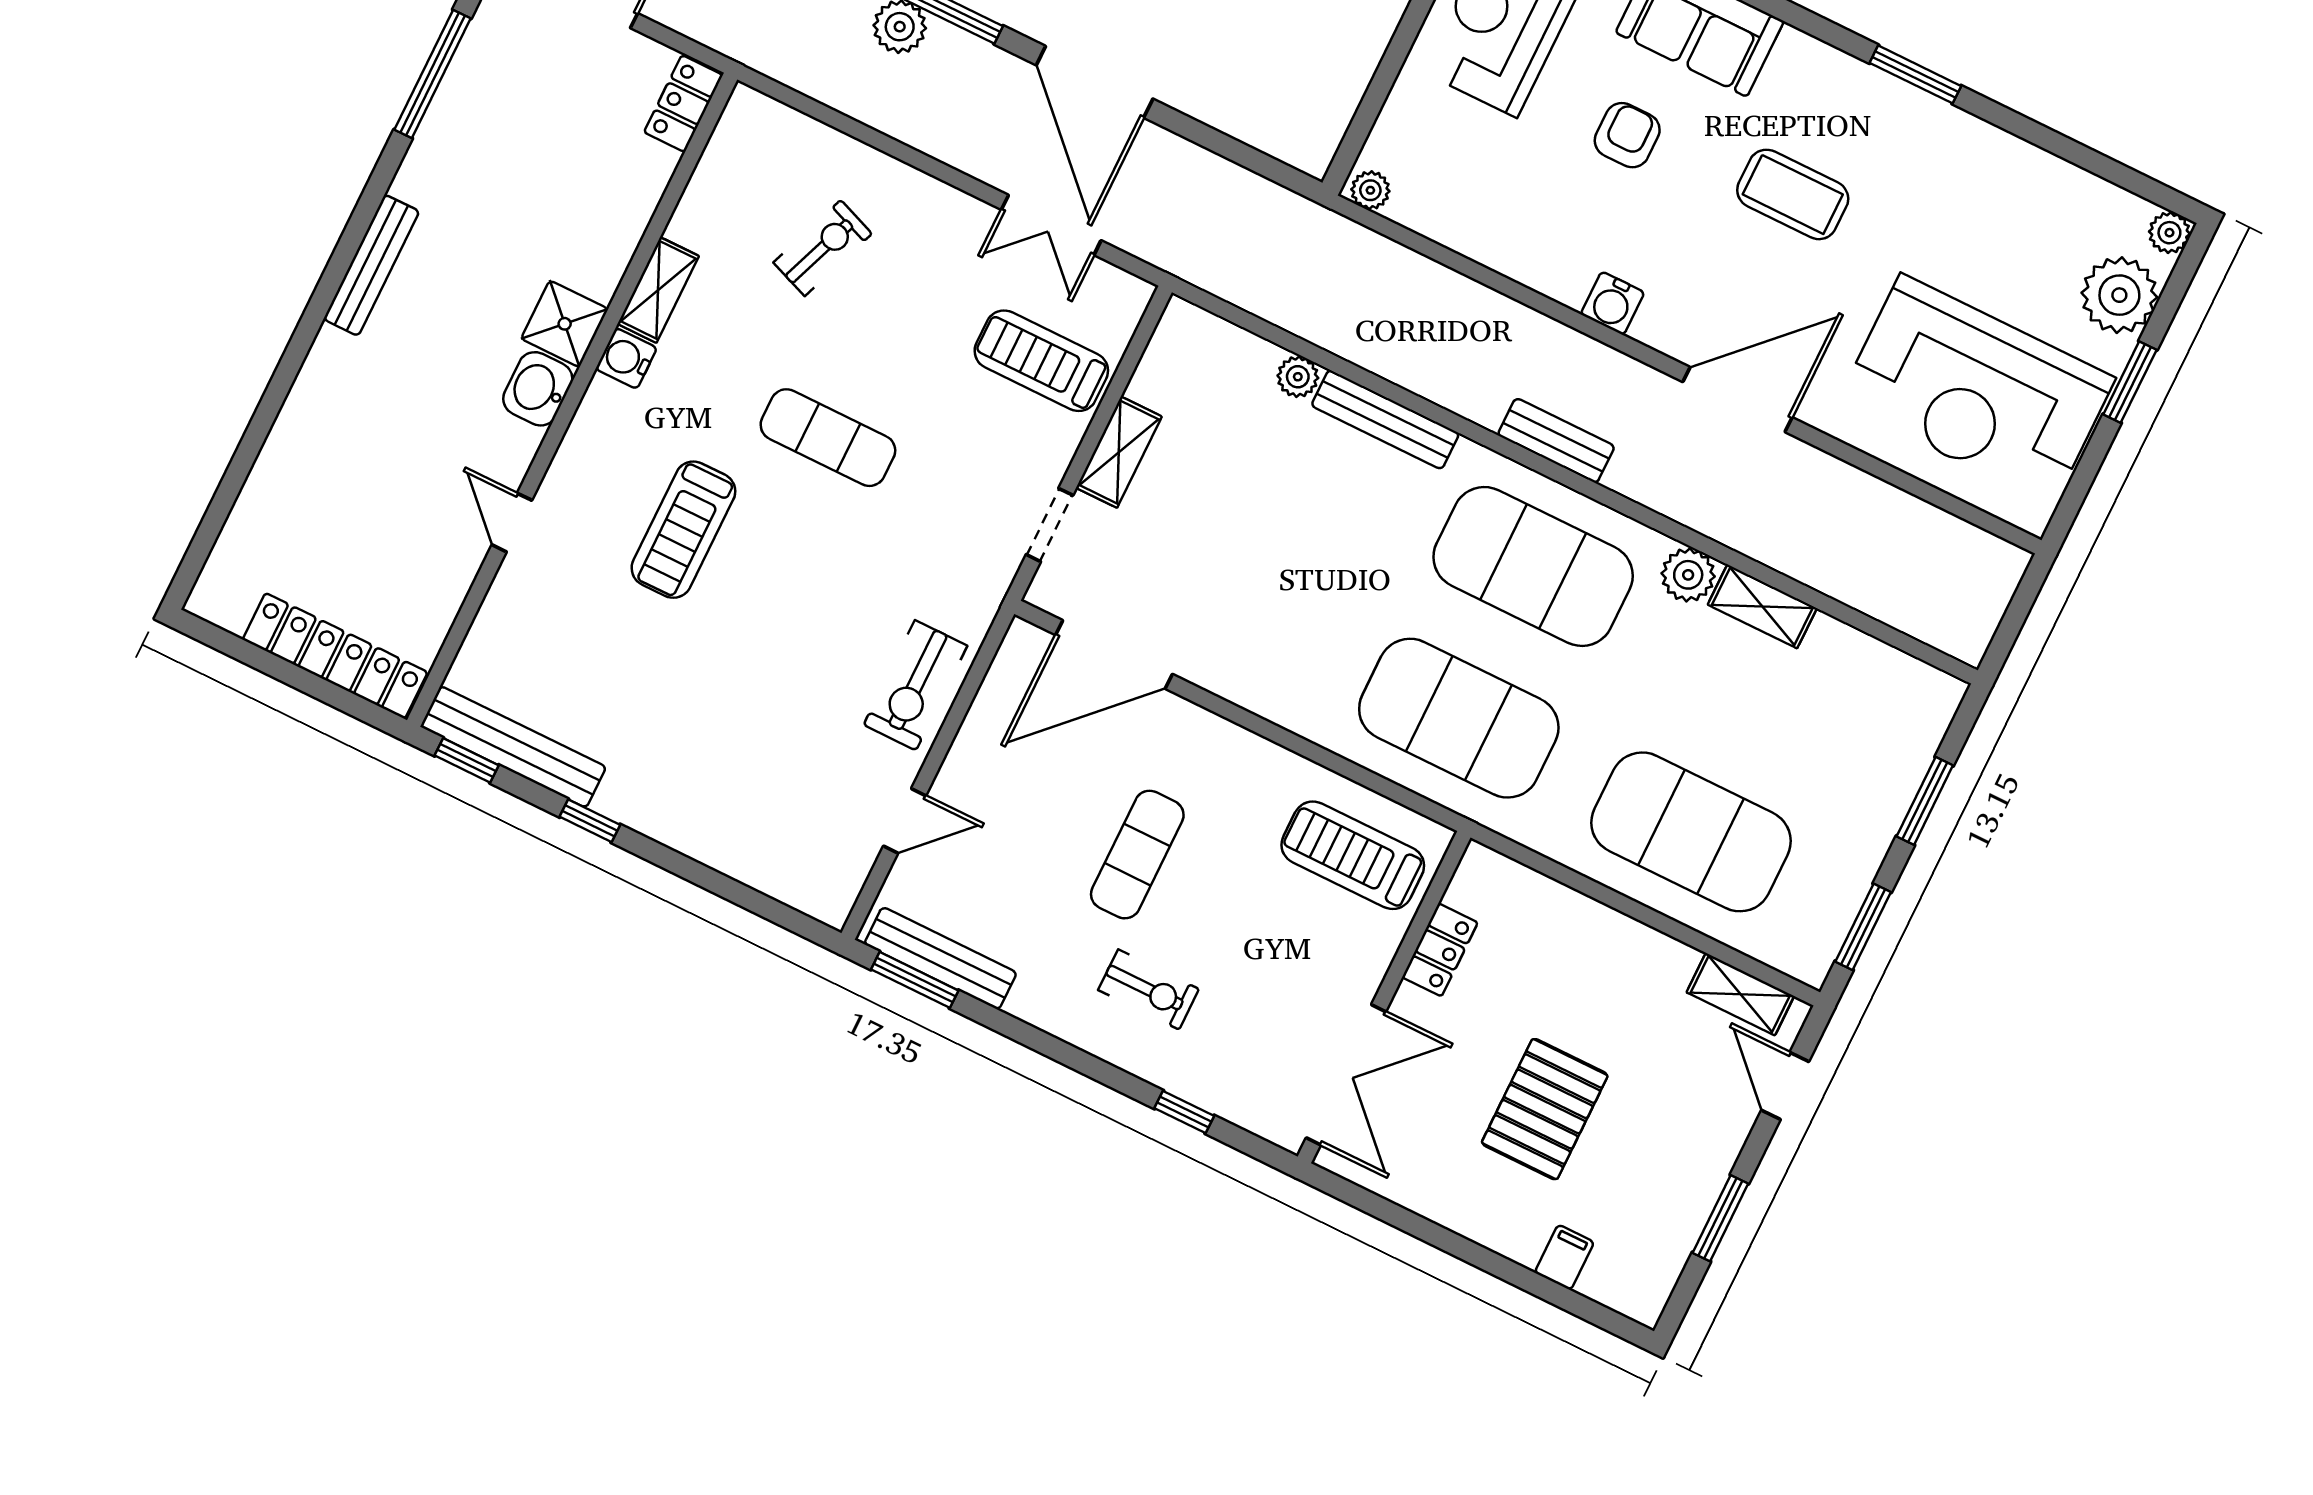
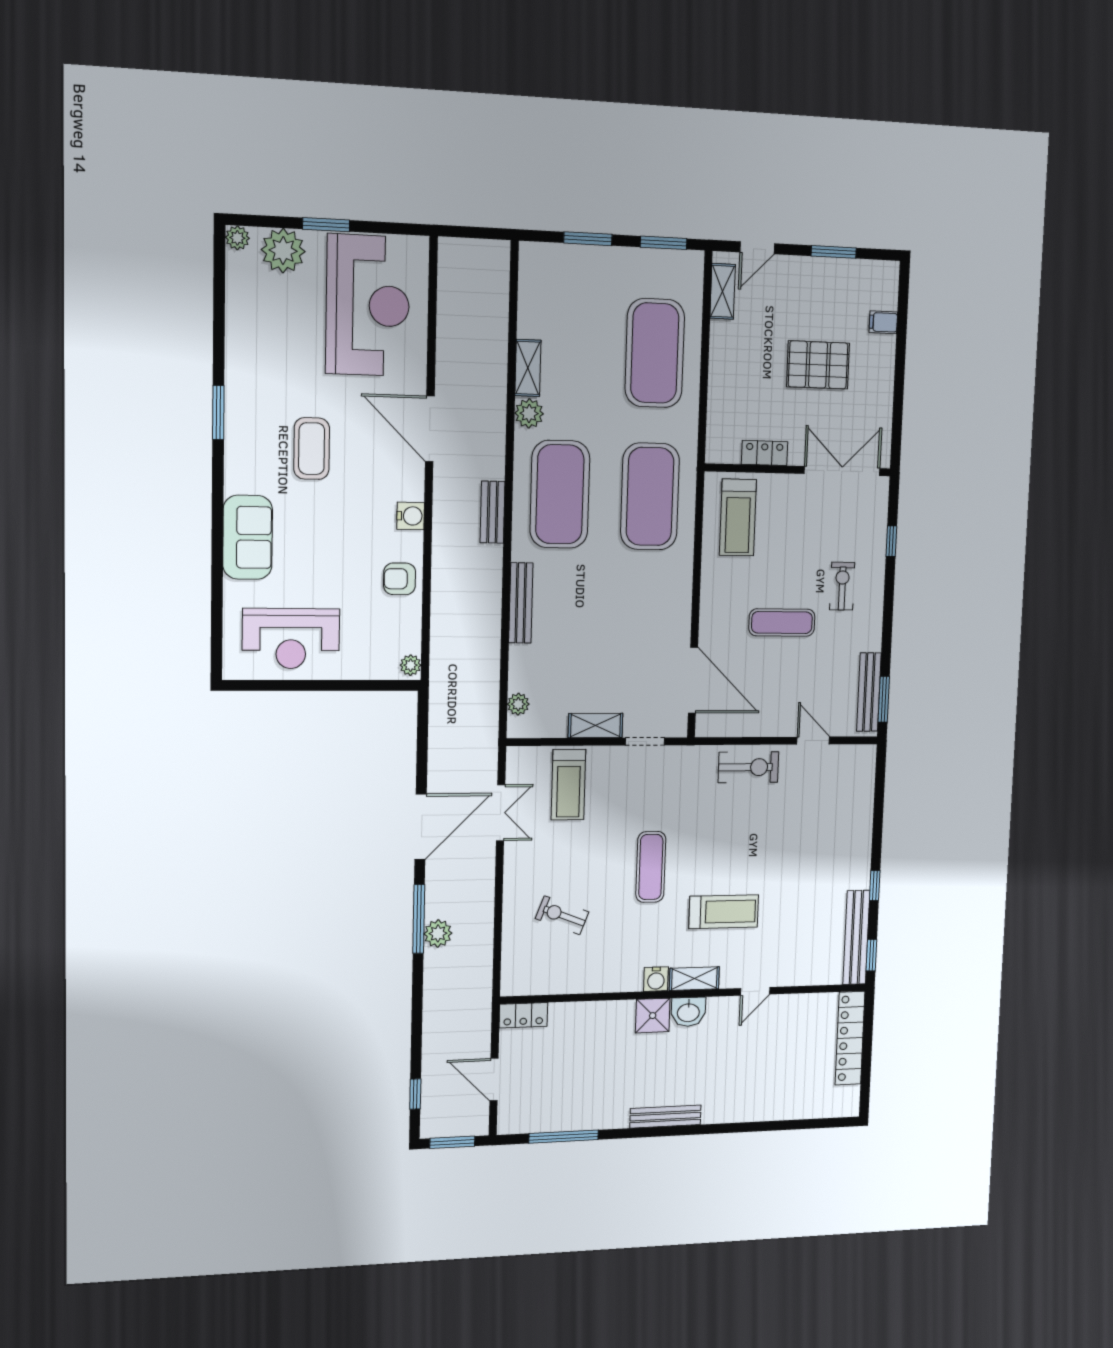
armchair: (1627, 135) -> (400, 579), moved
shelving: (658, 290) -> (694, 979), moved
plant: (1298, 377) -> (518, 704), moved

